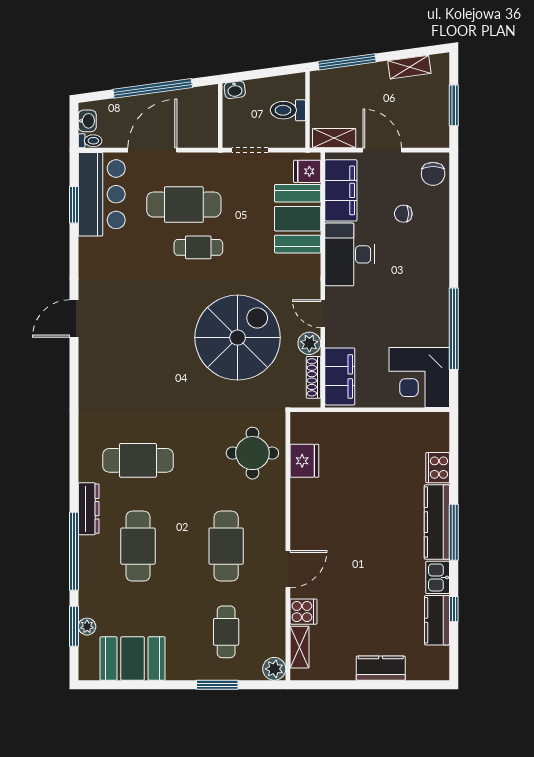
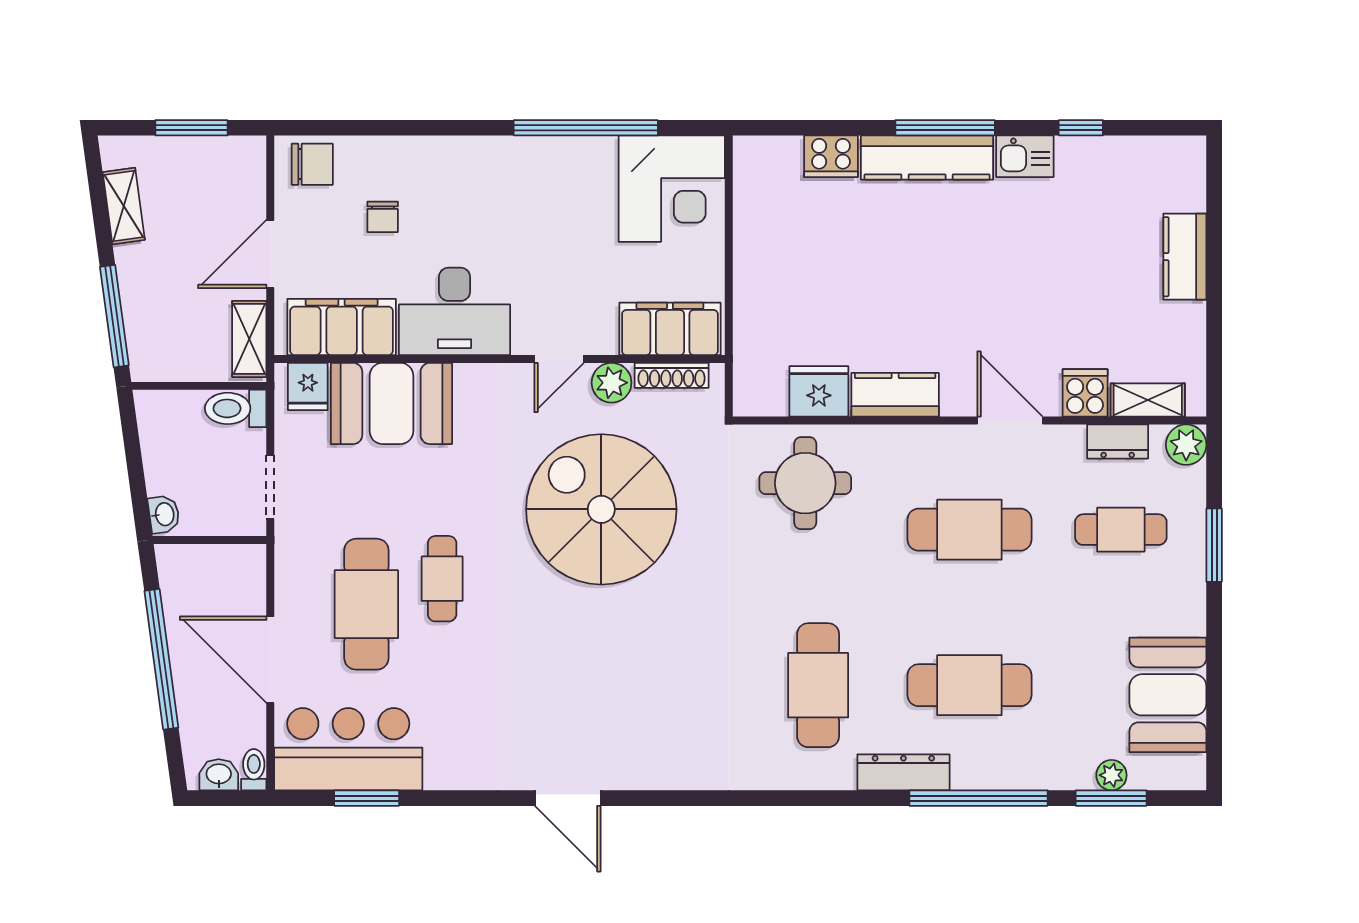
toilet: (288, 110) -> (236, 408), moved, turned 90
kitchen counter: (437, 620) -> (895, 395), moved, turned 180
dresser: (276, 630) -> (1118, 442), added

